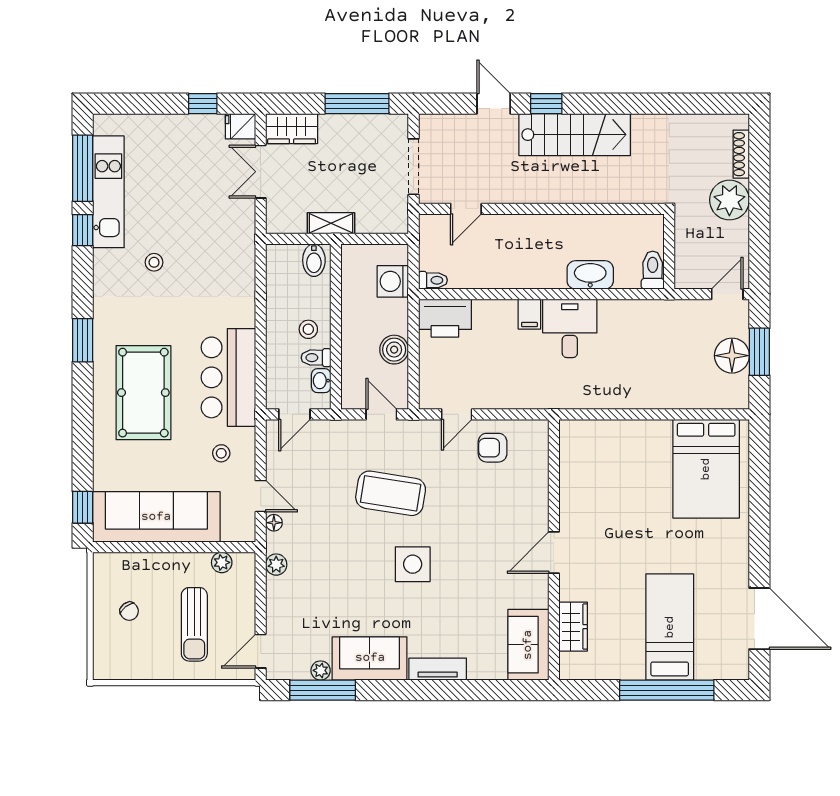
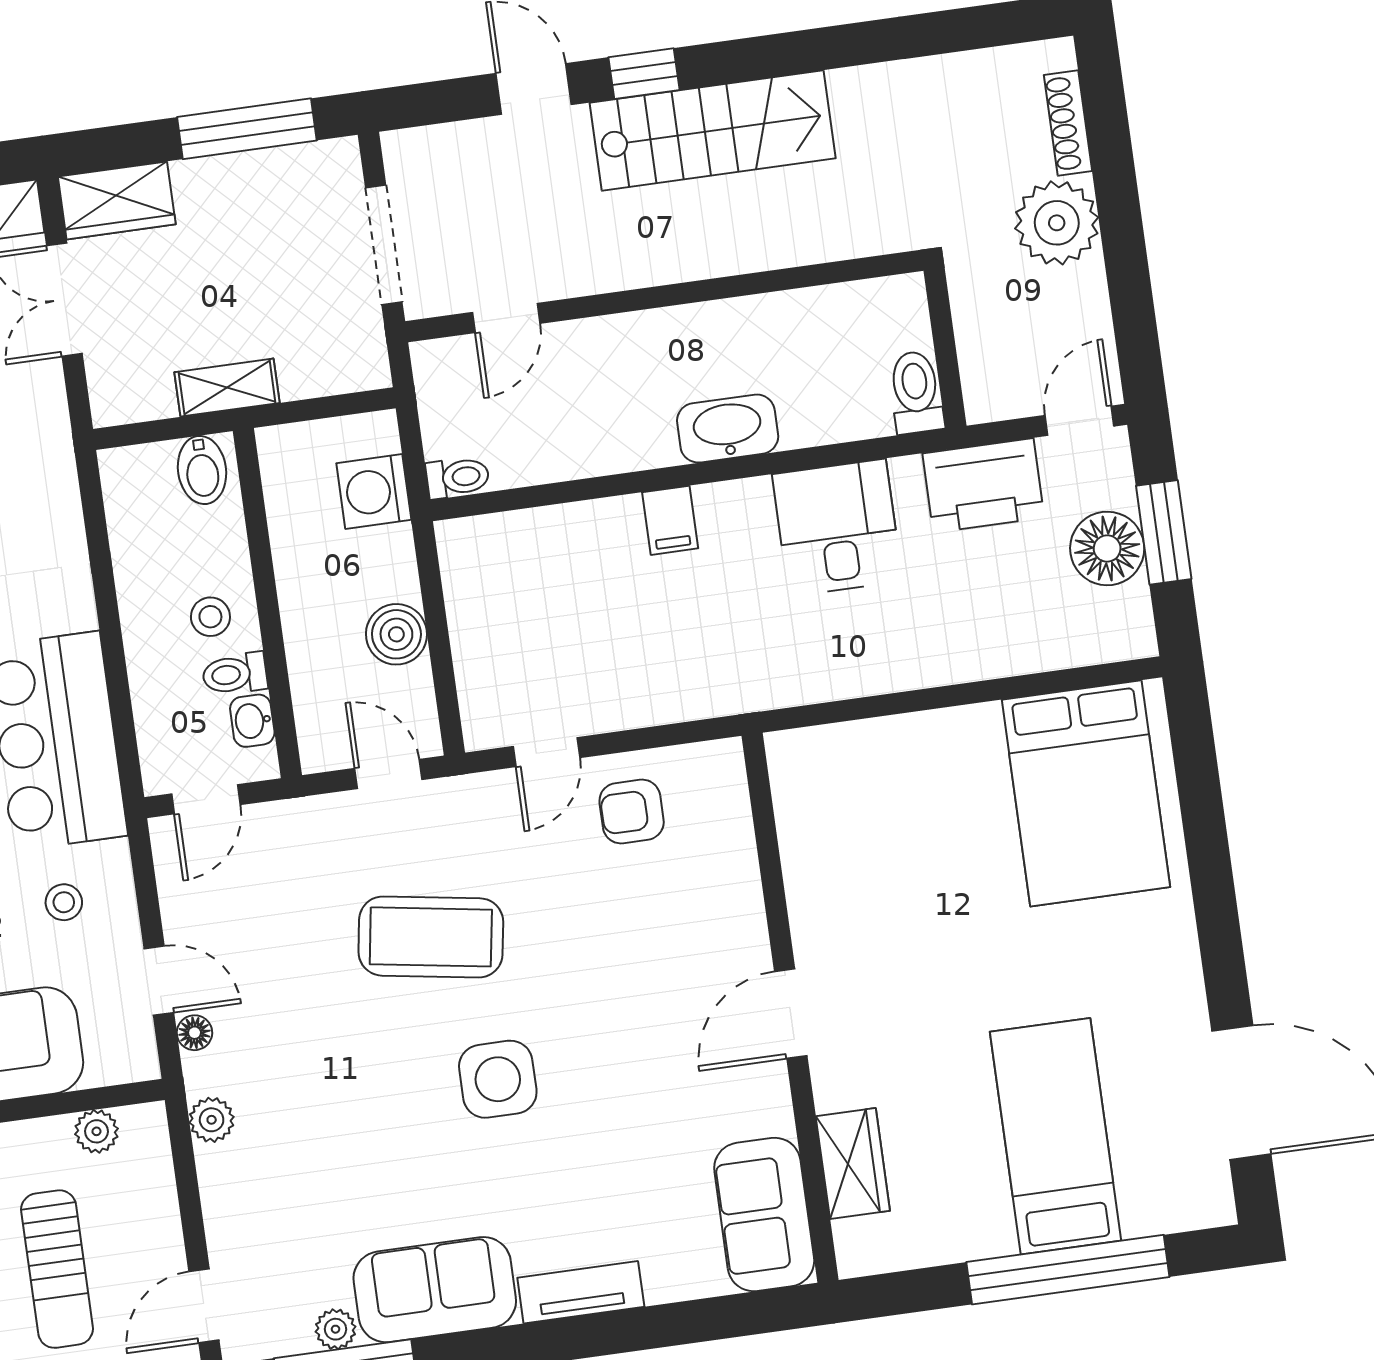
washbasin: (590, 275) -> (728, 429), moved
printer: (445, 318) -> (983, 485), moved
desk: (570, 328) -> (837, 528), moved

